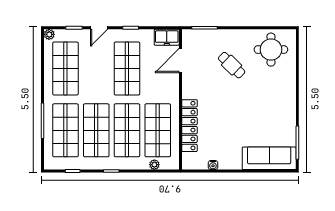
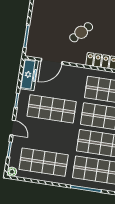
freezer: (167, 37) -> (29, 75), width x1.40
door: (181, 60) -> (52, 61), hinge flipped
cafe table: (232, 65) -> (81, 32), moved

